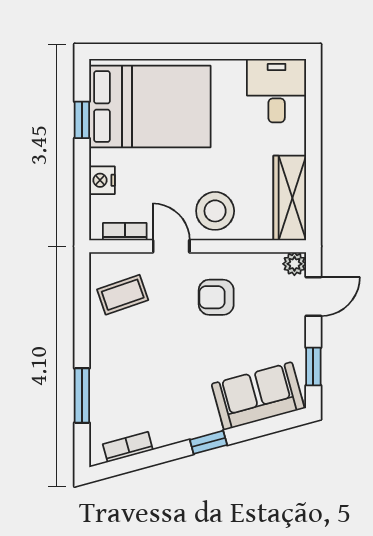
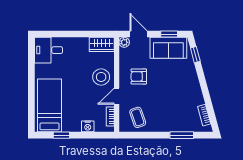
bed: (150, 107) -> (50, 105), width x0.67
wardrobe: (290, 198) -> (102, 44), width x0.67
armchair: (216, 297) -> (139, 76), turned 90
sofa: (258, 396) -> (168, 48), moved, turned -75
window: (208, 442) -> (195, 55), moved

